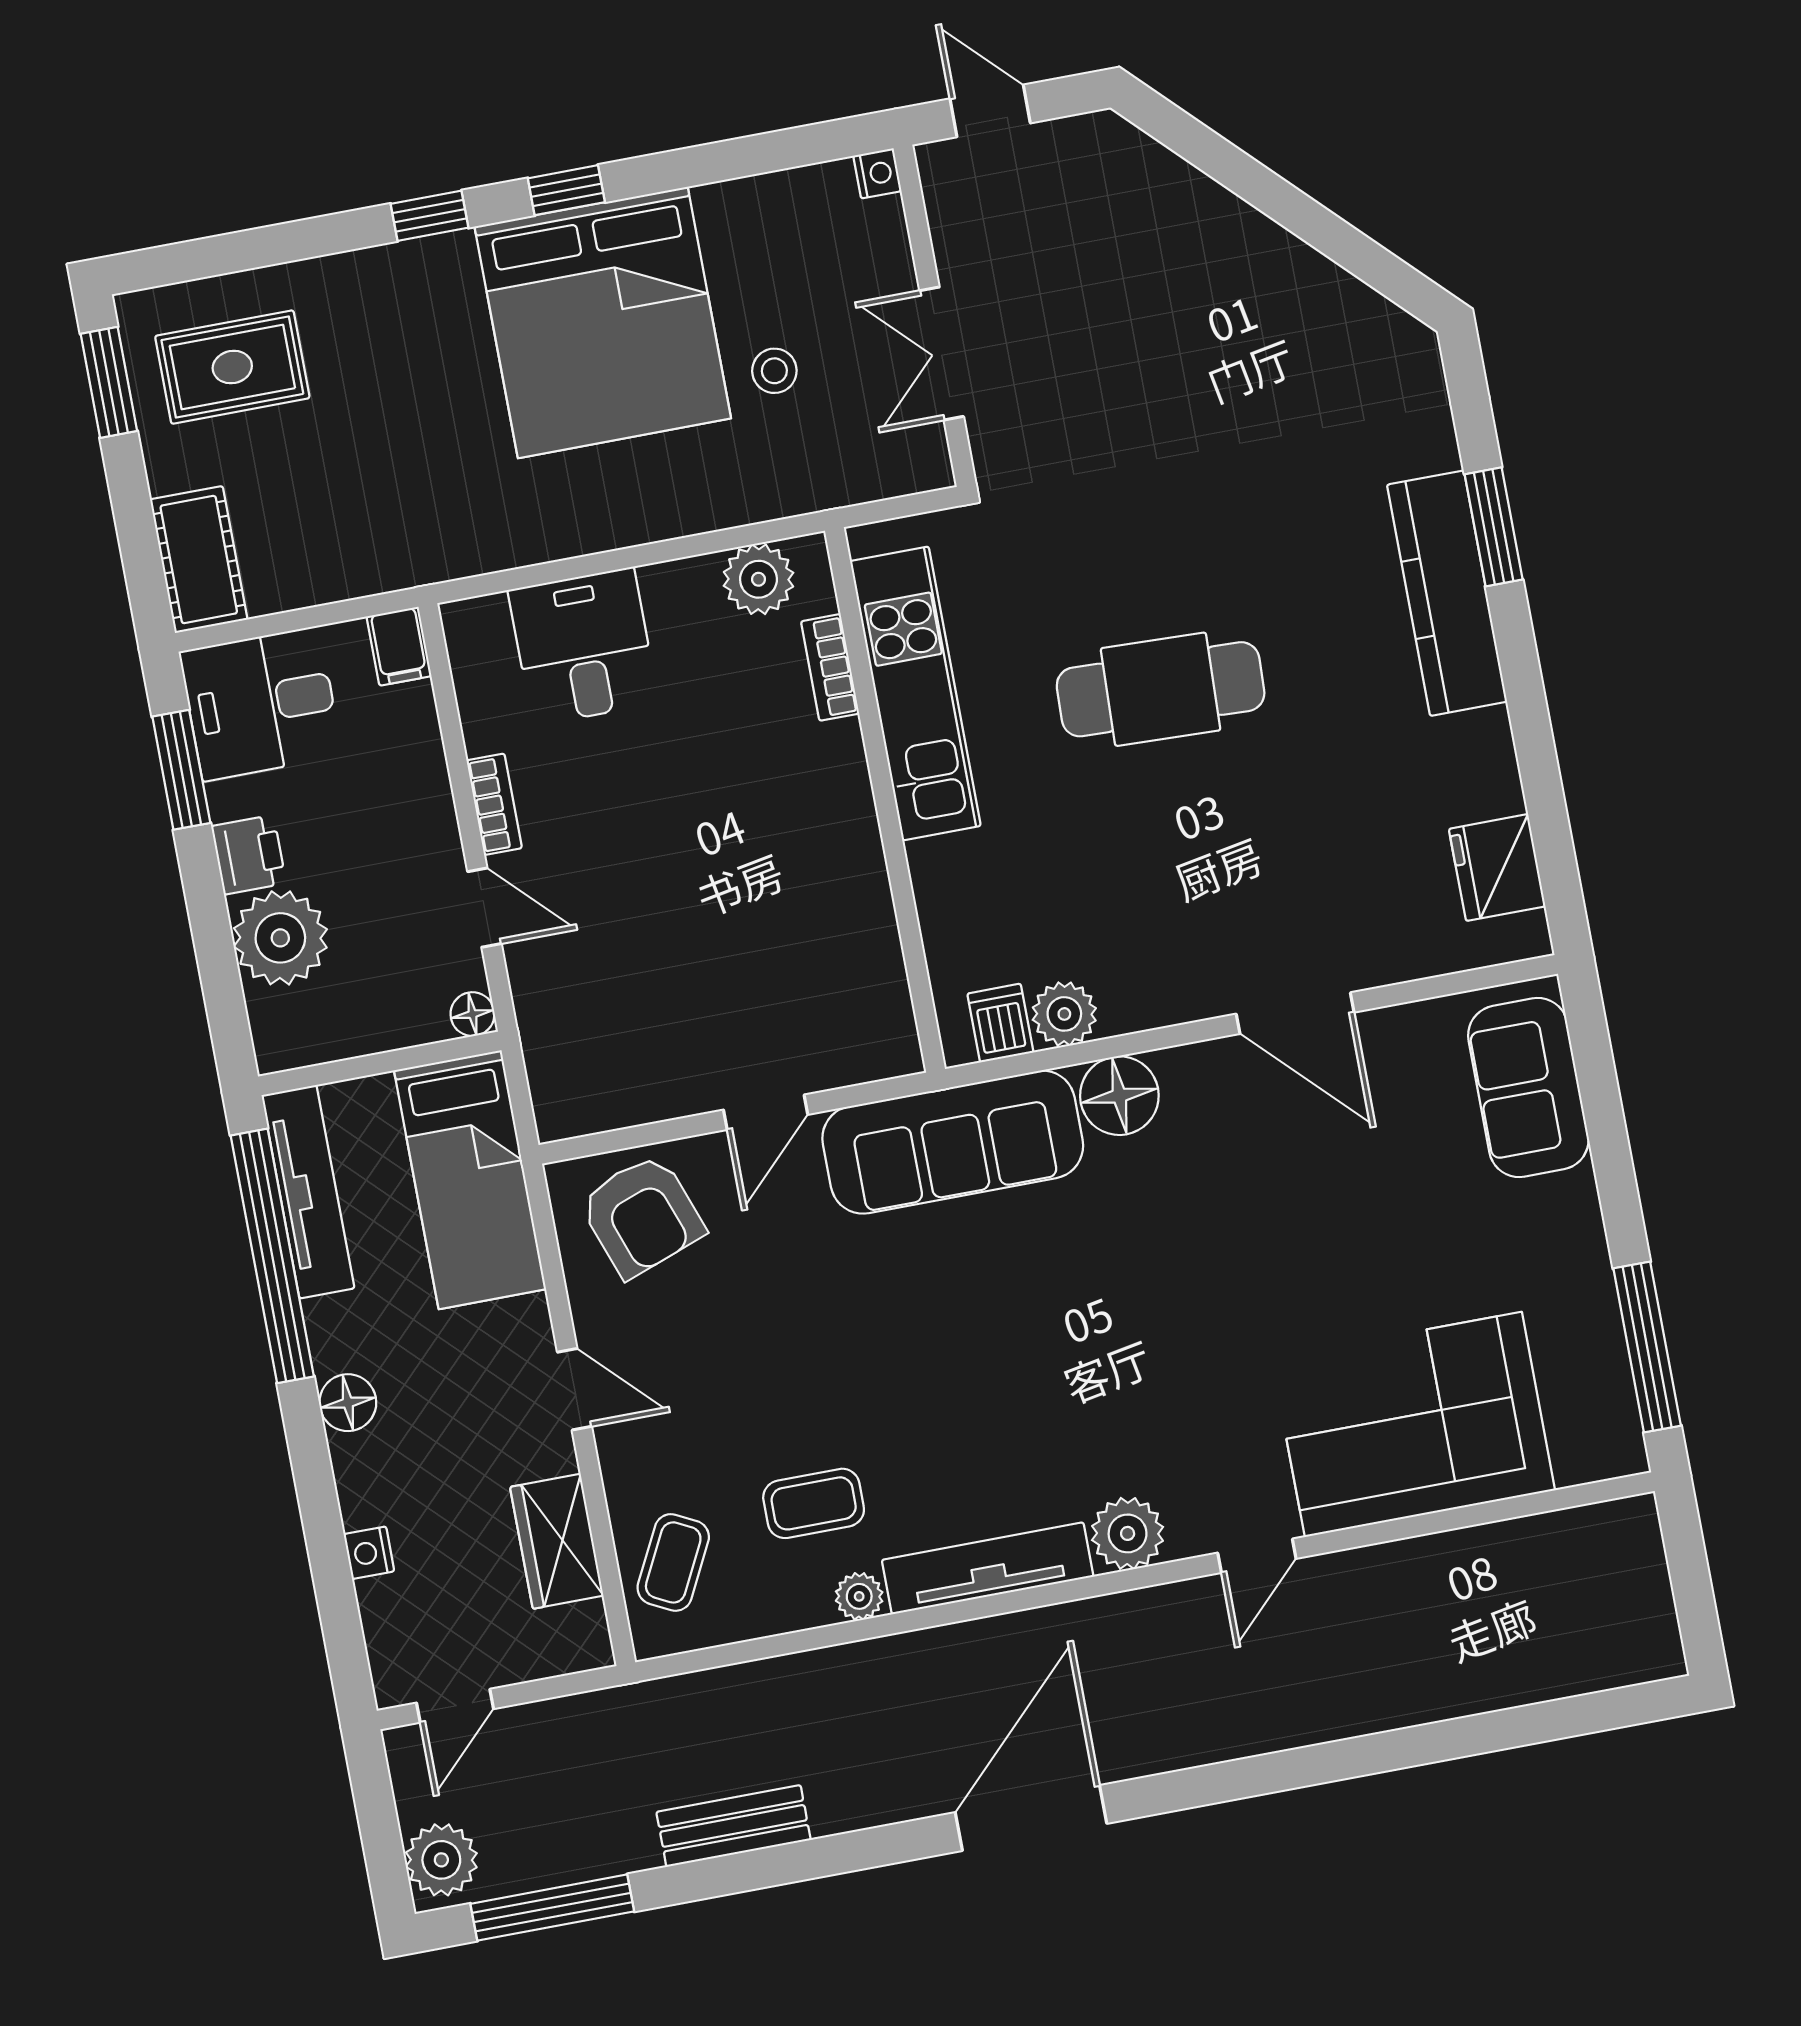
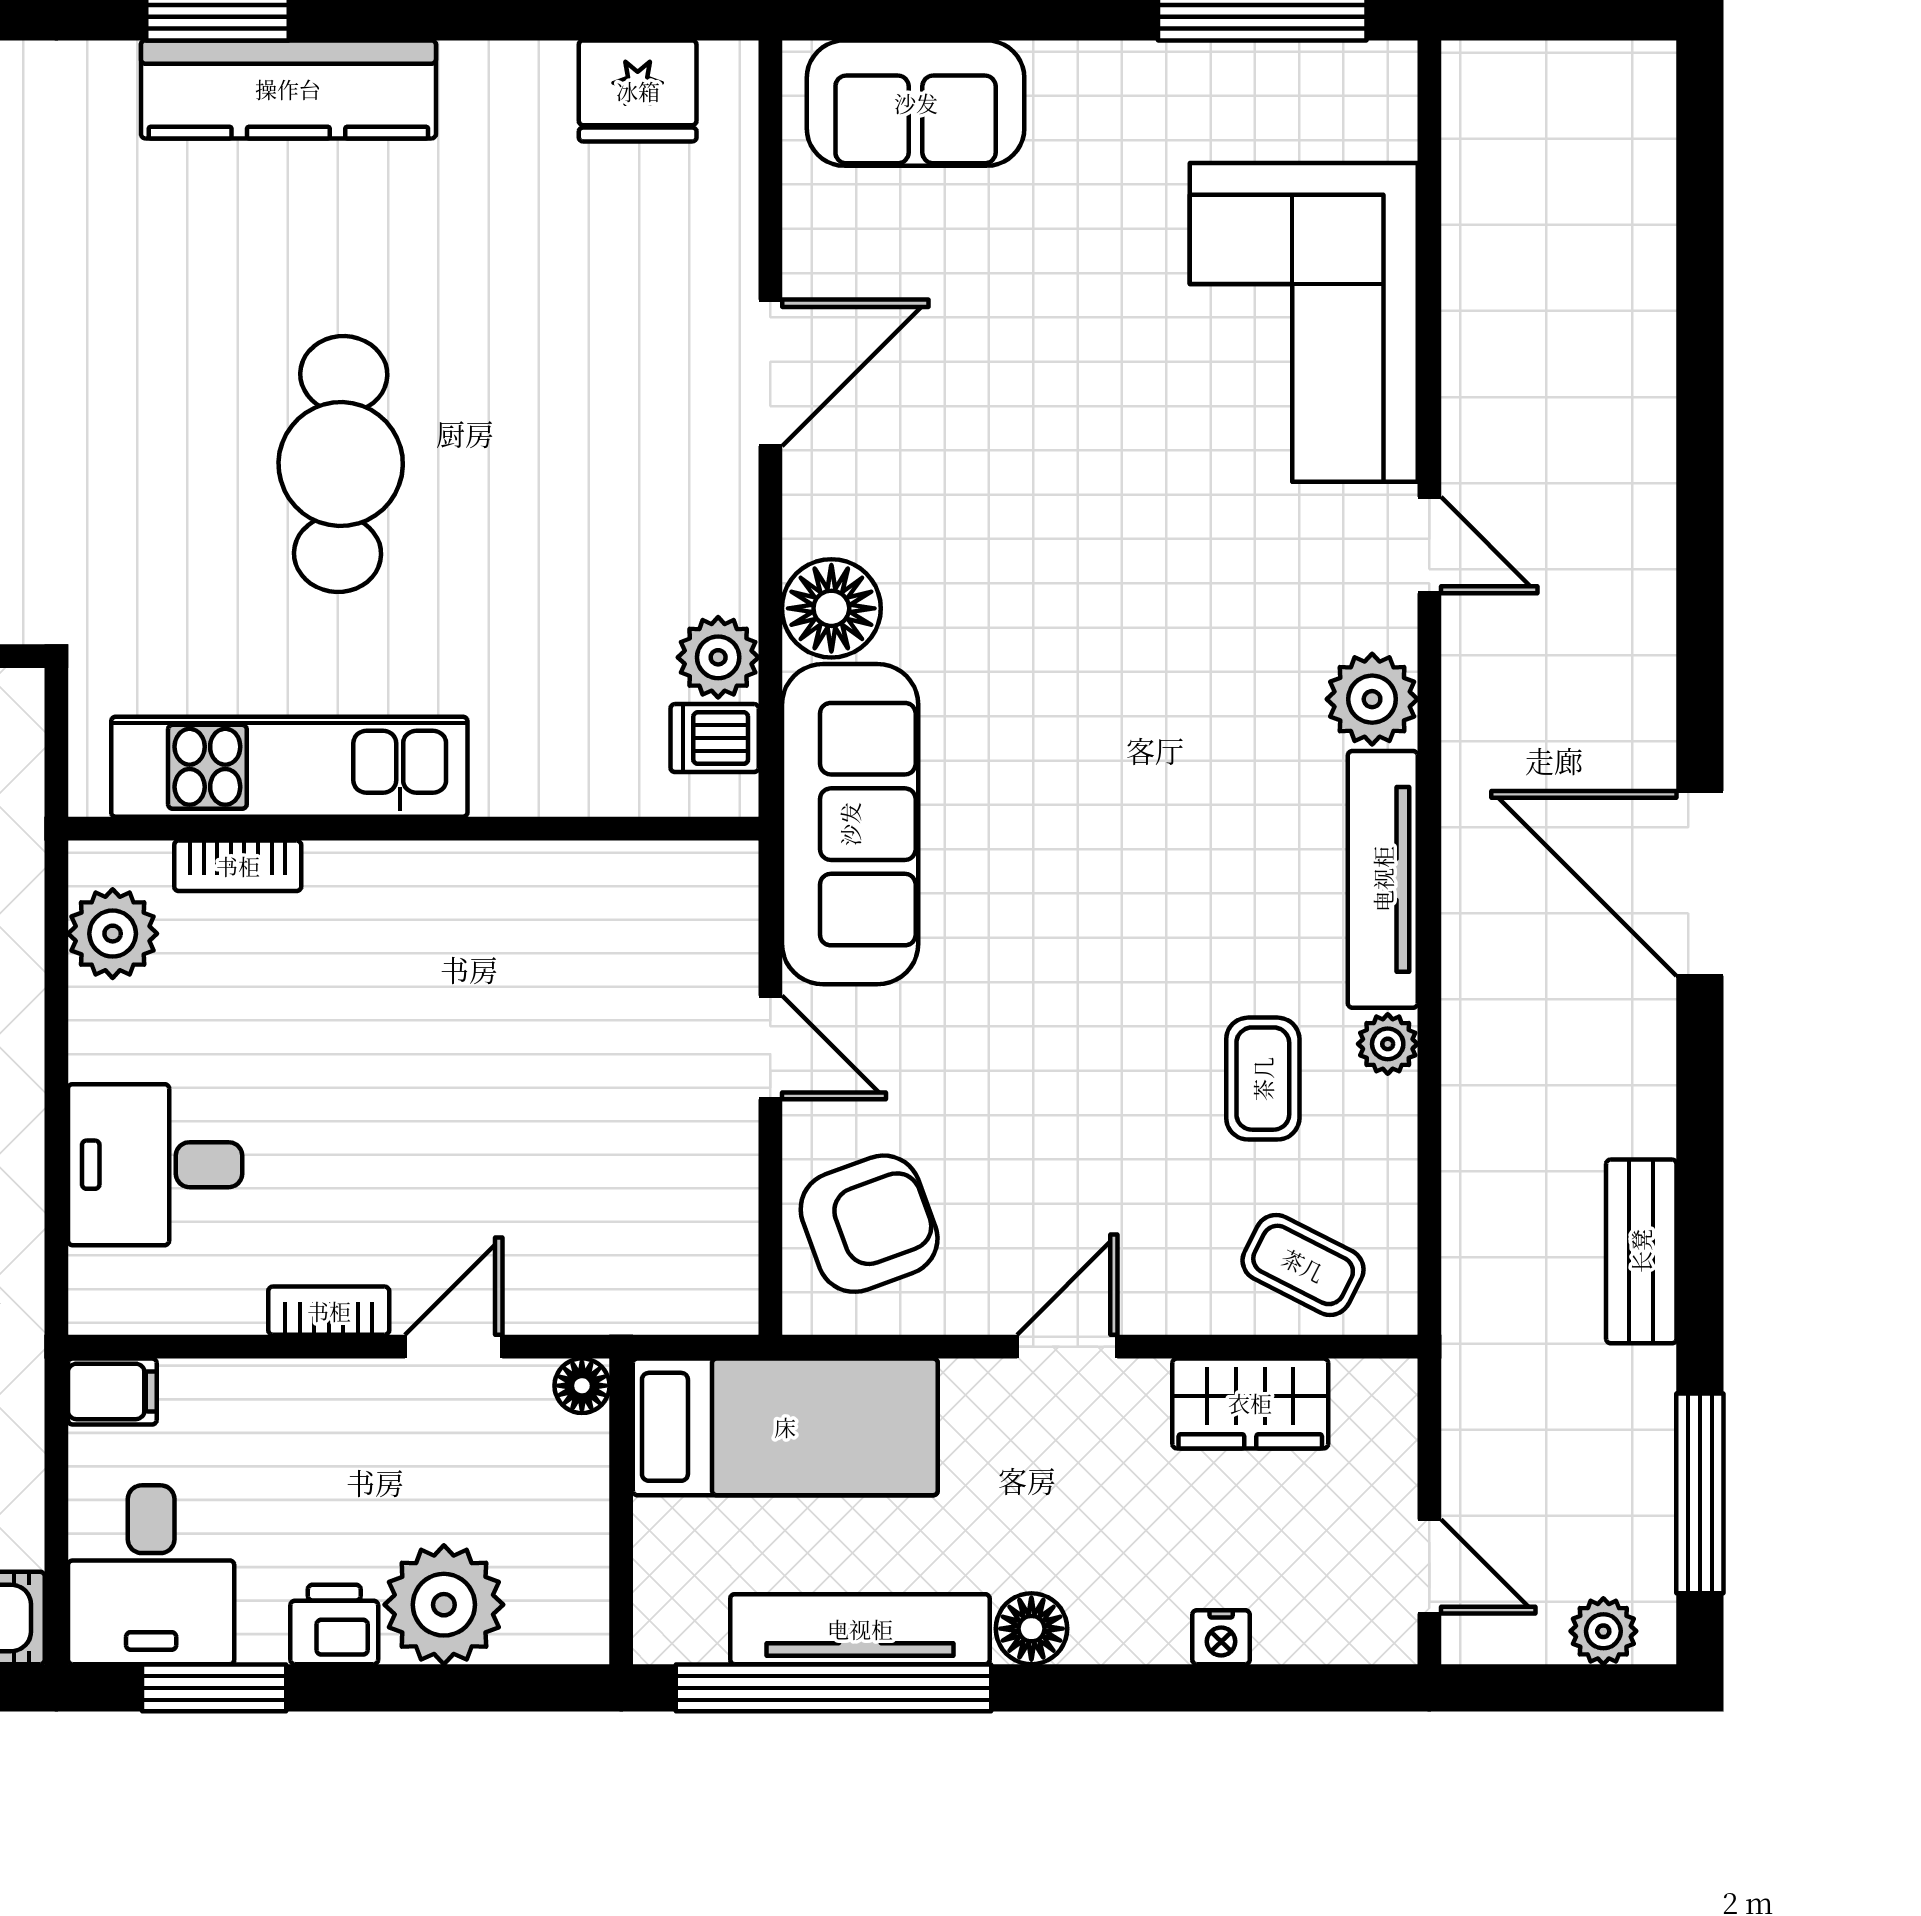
tv unit: (308, 1192) -> (860, 1629), moved
plant: (441, 1860) -> (1603, 1631), width x0.73, depth x0.73

